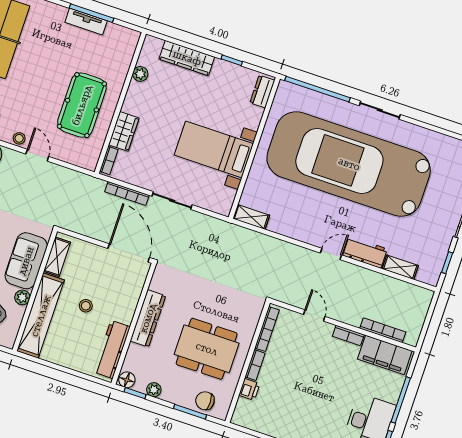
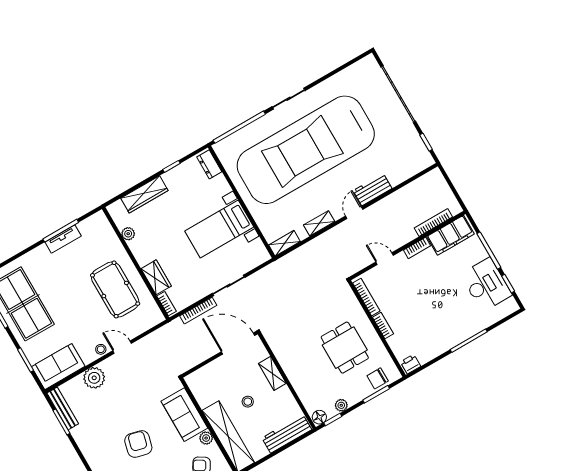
shelving: (57, 257) -> (272, 373), moved
shelving: (400, 267) -> (319, 223), moved
dresser: (148, 318) -> (291, 368), removed
workbench: (112, 349) -> (287, 434), moved, turned 90
dining table: (207, 349) -> (345, 348), width x0.73
printer: (249, 389) -> (411, 364), moved, turned -90

